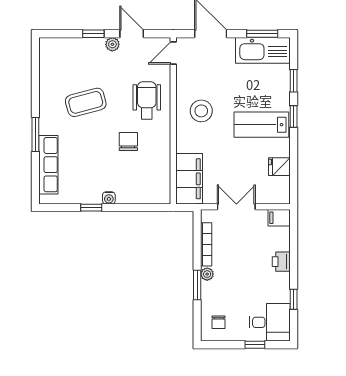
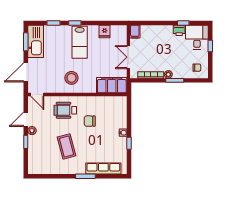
printer: (281, 262) -> (179, 30), moved

